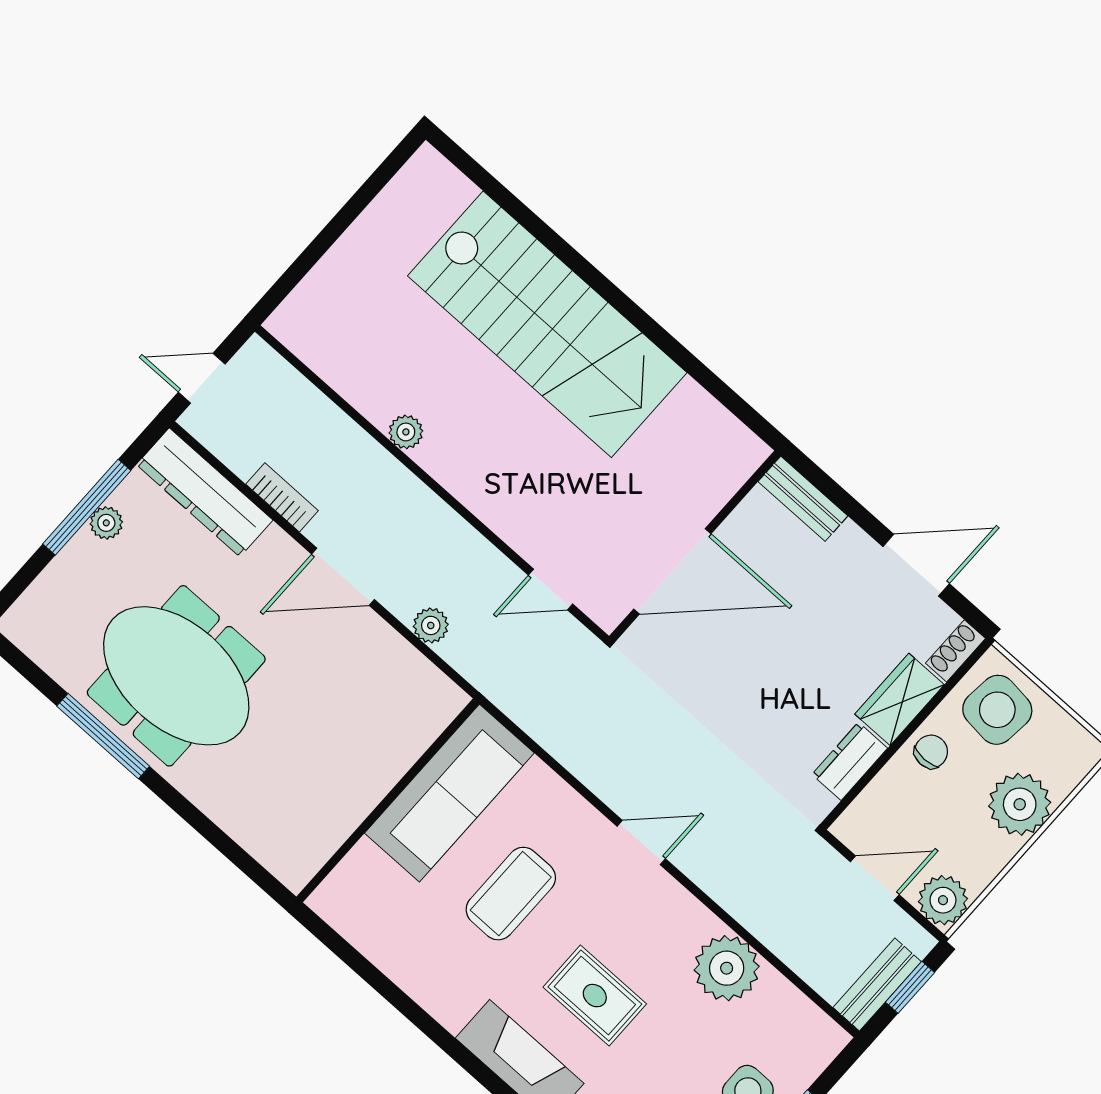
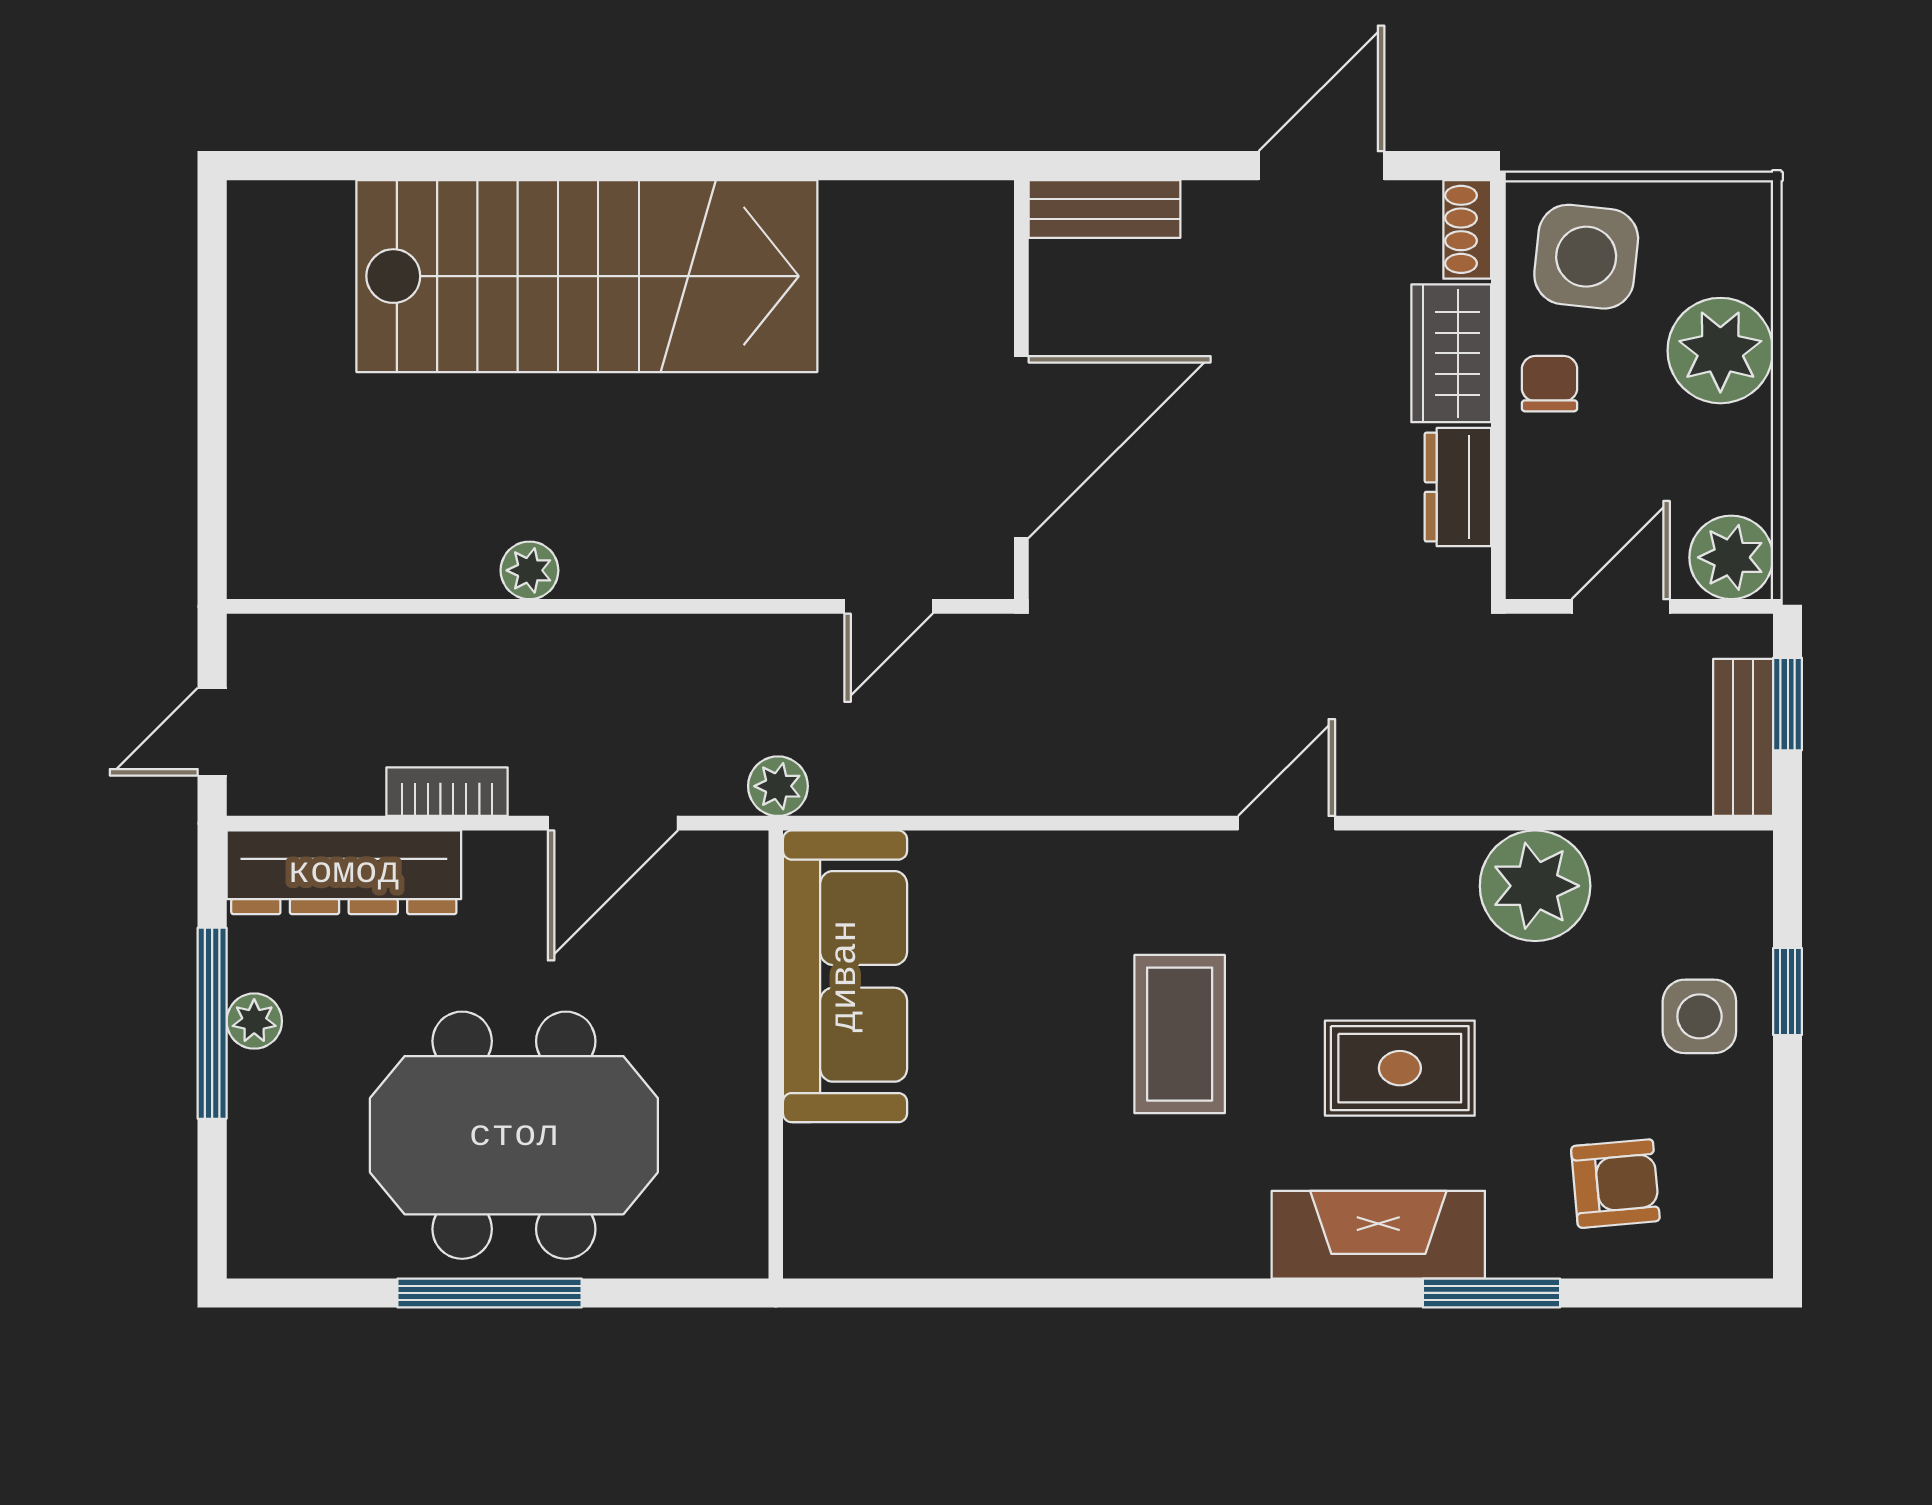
sofa: (449, 793) -> (845, 976), moved
wall: (388, 800) -> (776, 1054), moved

